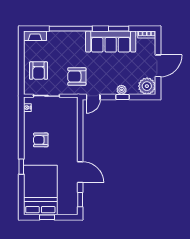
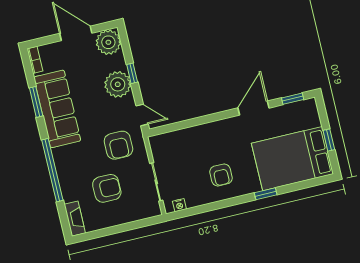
armchair: (39, 71) -> (107, 188), moved
plant: (122, 90) -> (118, 84), width x1.88, depth x1.88

